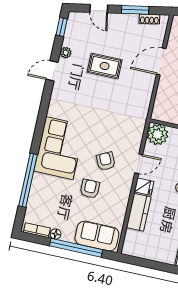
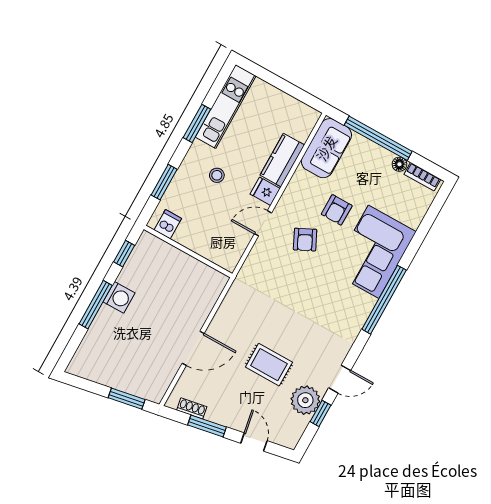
window: (62, 27) -> (320, 413), moved
plant: (66, 53) -> (305, 400), width x1.88, depth x1.88
plant: (158, 134) -> (227, 254), removed
corner sofa: (59, 148) -> (374, 252), moved
window: (28, 180) -> (384, 300), moved
sofa: (97, 236) -> (326, 148), moved, turned -90

